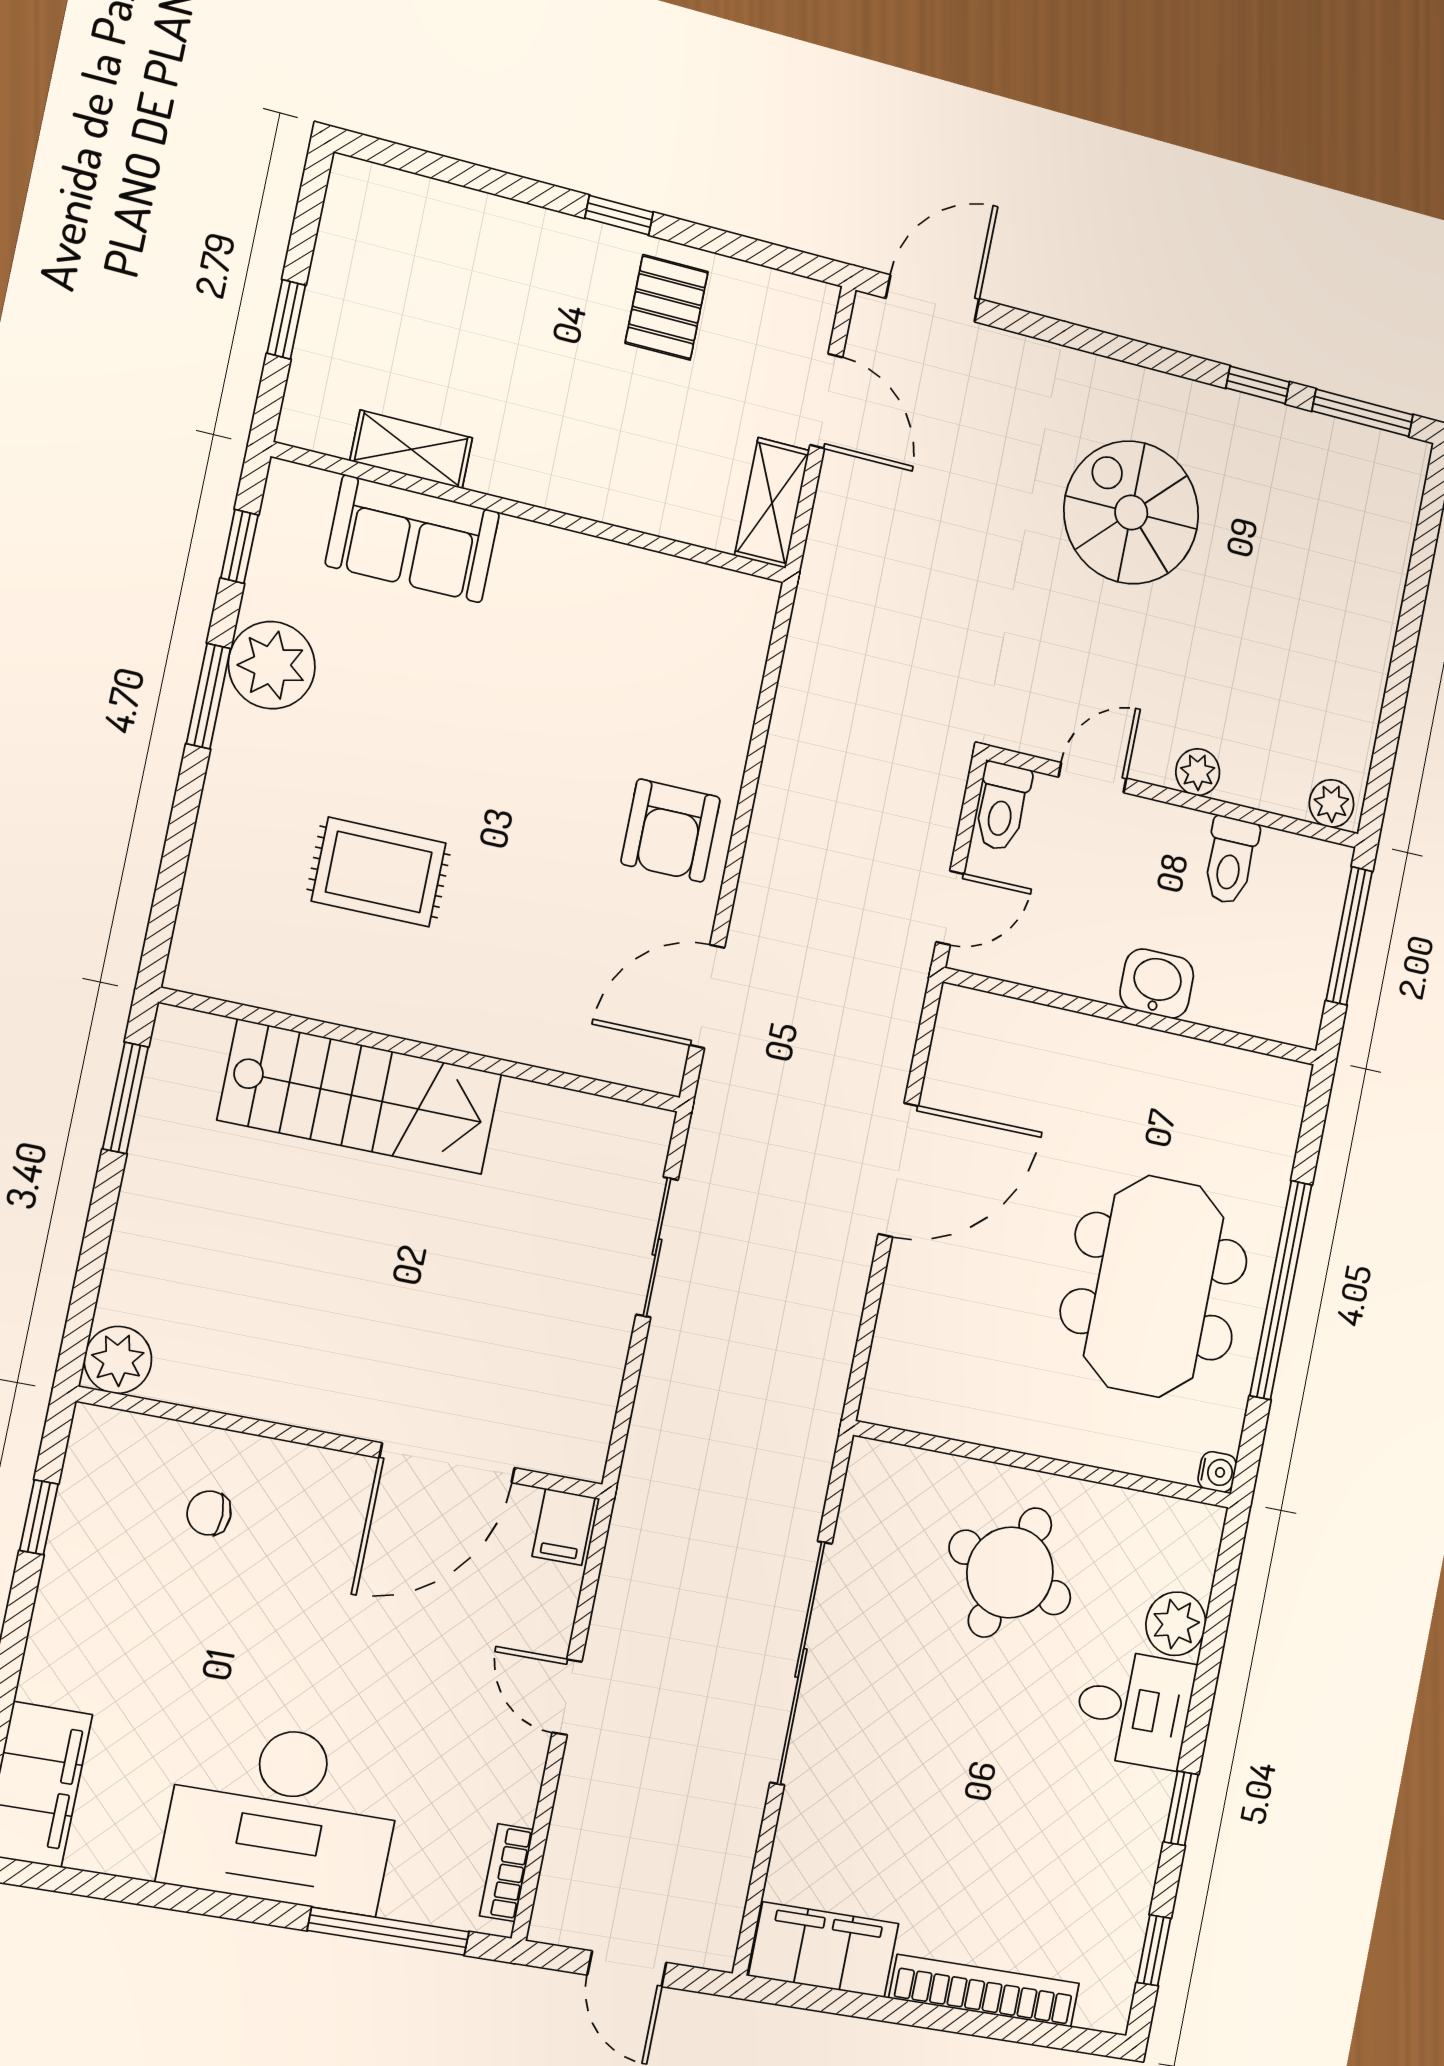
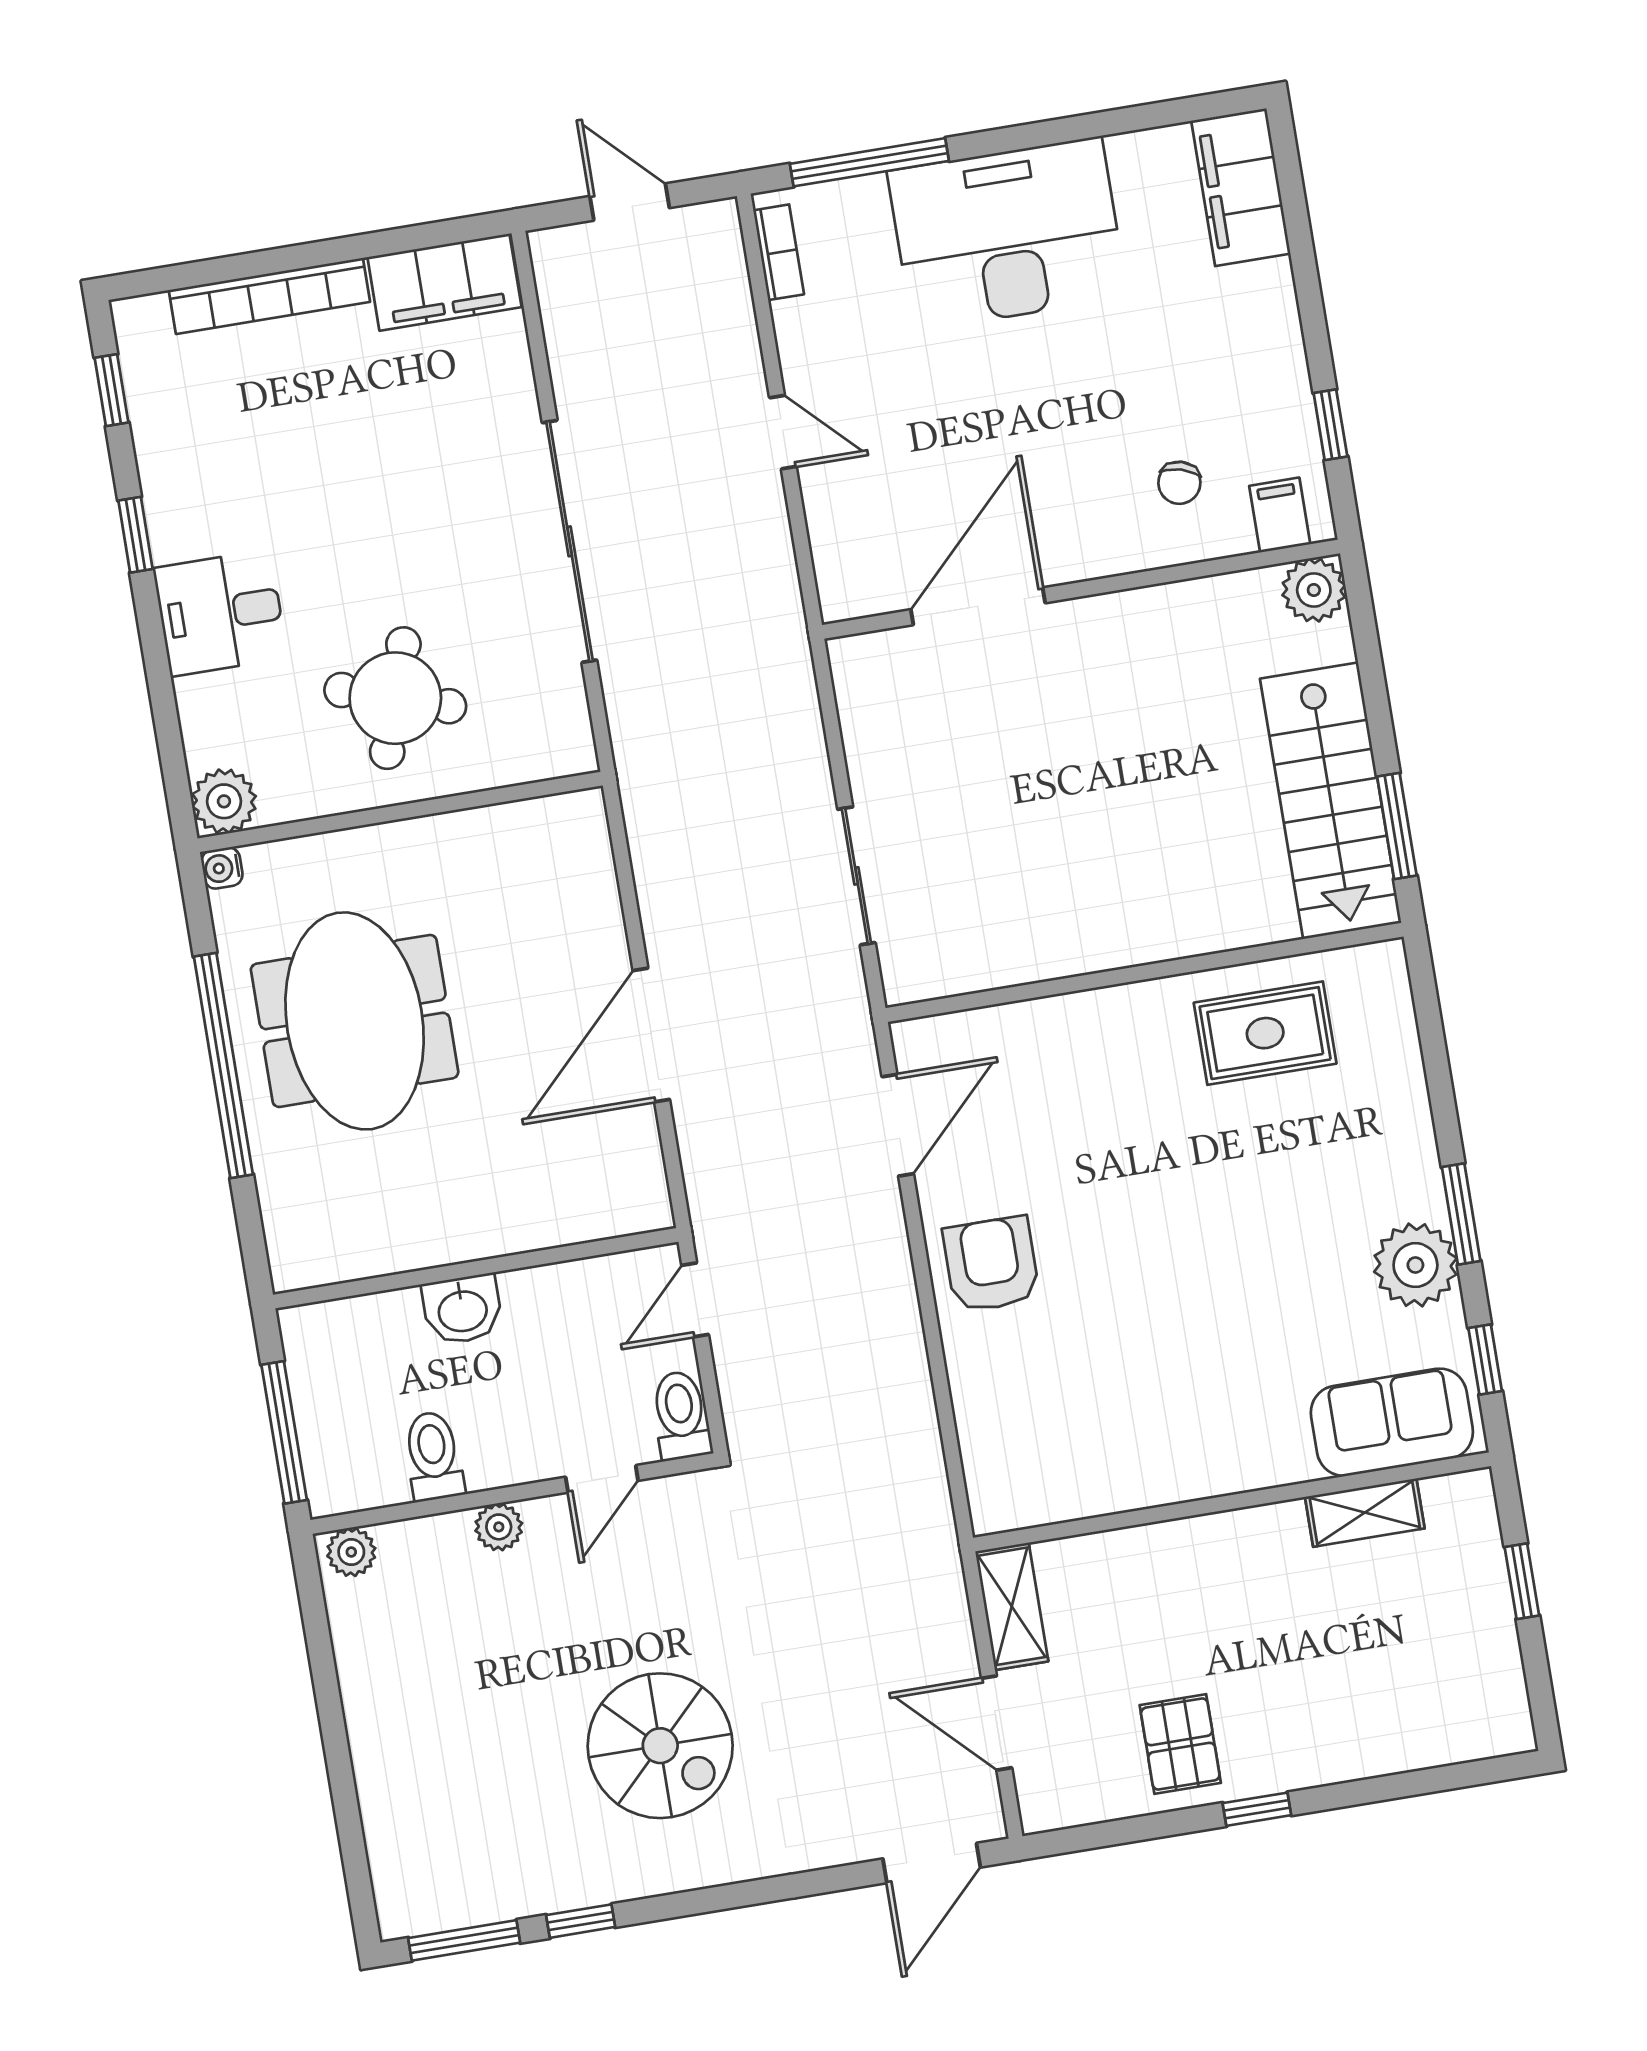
sofa: (413, 539) -> (1392, 1422), moved
rug: (379, 872) -> (1265, 1033), moved
stairs: (360, 1097) -> (1331, 801), moved, turned -90
chair: (209, 1513) -> (1179, 483), turned 106
filing cabinet: (564, 1527) -> (1280, 515), moved
plant: (1176, 1624) -> (224, 801), moved

